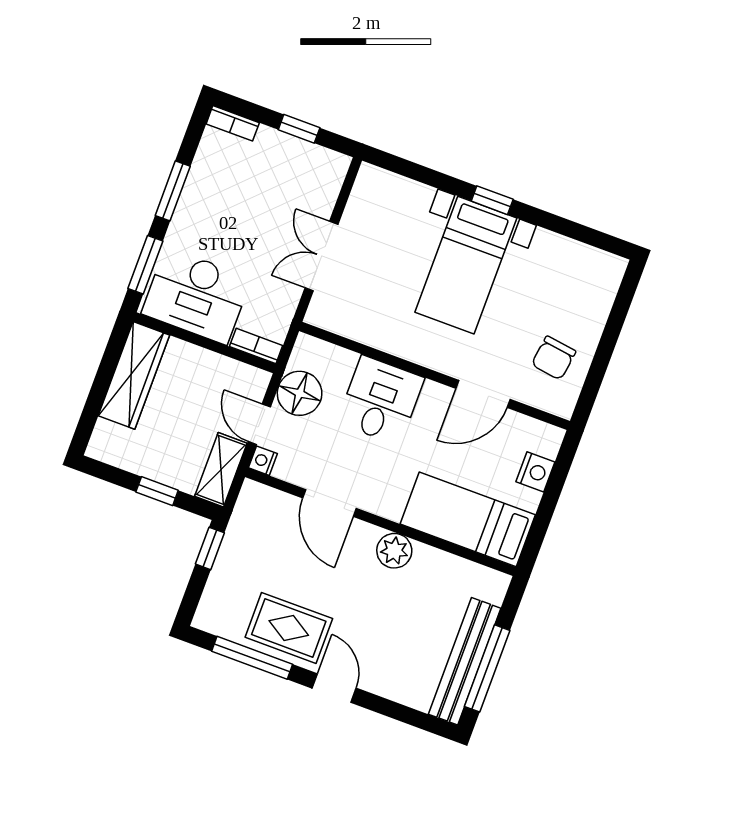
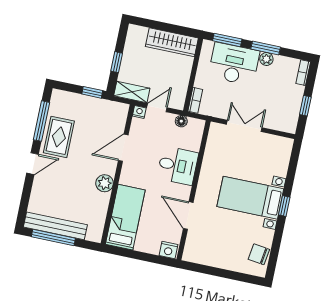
plant: (195, 192) -> (266, 59), added
desk: (196, 296) -> (234, 64), moved, turned 90
chair: (554, 358) -> (259, 254), moved
floor lamp: (300, 393) -> (181, 121), width x0.53, depth x0.53
nightstand: (535, 472) -> (168, 250), moved

